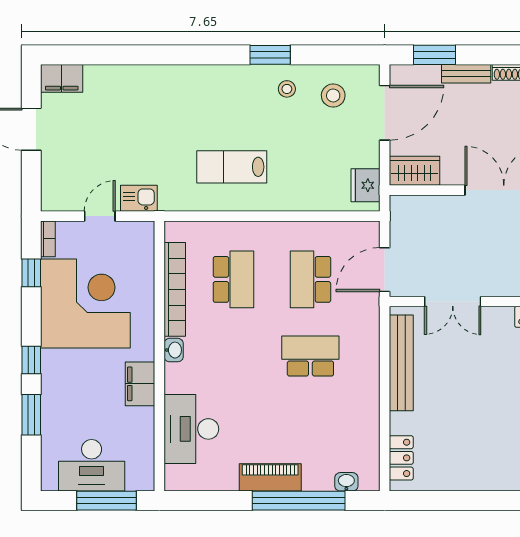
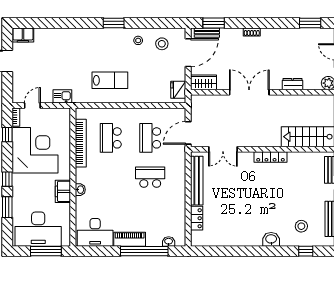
window: (270, 55) -> (114, 23), moved
bench: (466, 74) -> (207, 33), moved
lab bench: (232, 167) -> (110, 80), turned 180
door: (100, 216) -> (32, 106), moved
school desk: (233, 279) -> (111, 138), turned 180
washbasin: (174, 350) -> (80, 190), moved
desk: (191, 429) -> (95, 232), moved, turned -90
locker: (401, 458) -> (197, 218), moved
desk: (92, 465) -> (38, 229), width x1.36, depth x1.30

